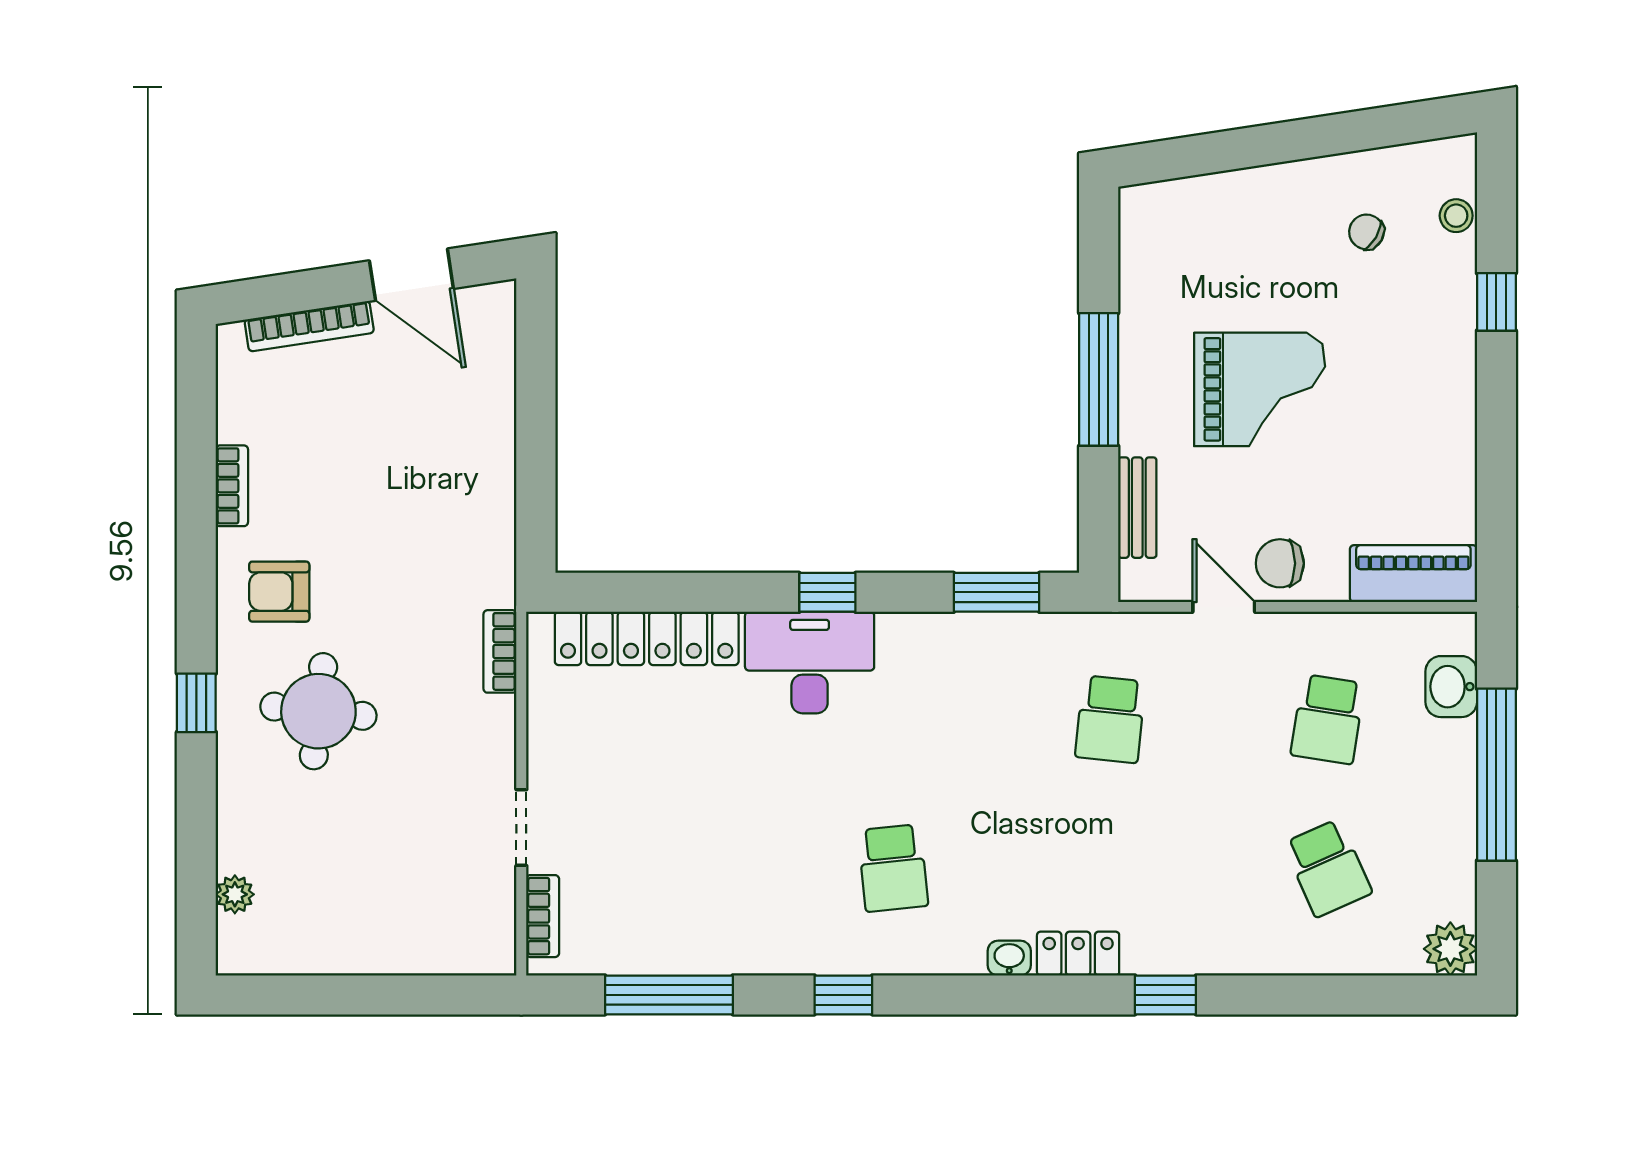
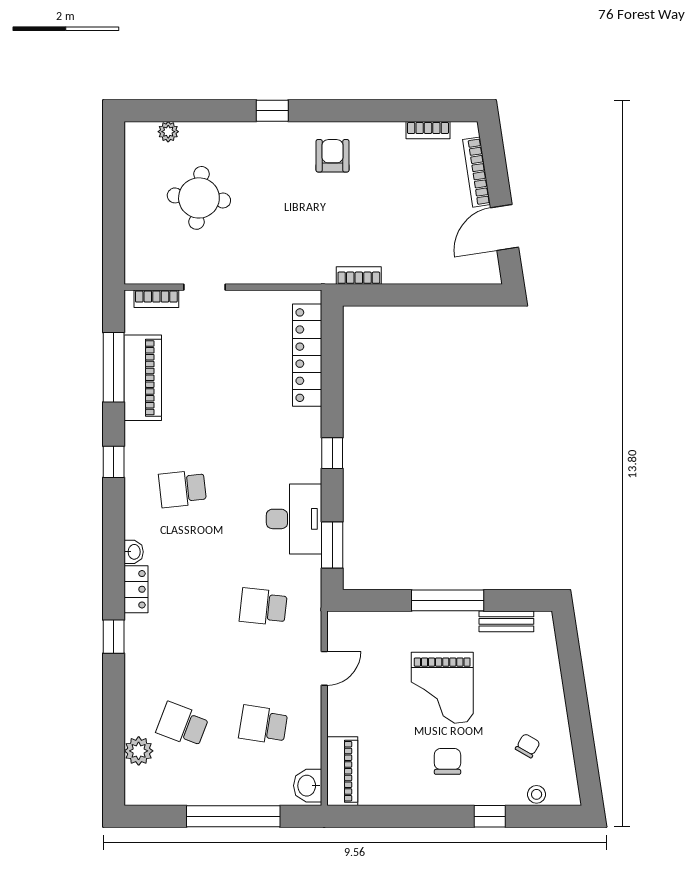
bookcase: (232, 486) -> (428, 130), moved
bench: (1137, 508) -> (506, 621), moved
chair: (1280, 563) -> (447, 761), moved
bookcase: (500, 651) -> (359, 276), moved
desk: (810, 662) -> (294, 519), moved
washbasin: (1451, 687) -> (308, 786), moved, turned -90
round table: (318, 711) -> (199, 198), moved
school desk: (1328, 868) -> (182, 725), turned 45
piano: (688, 941) -> (143, 378), added
plant: (1450, 949) -> (139, 751), moved

